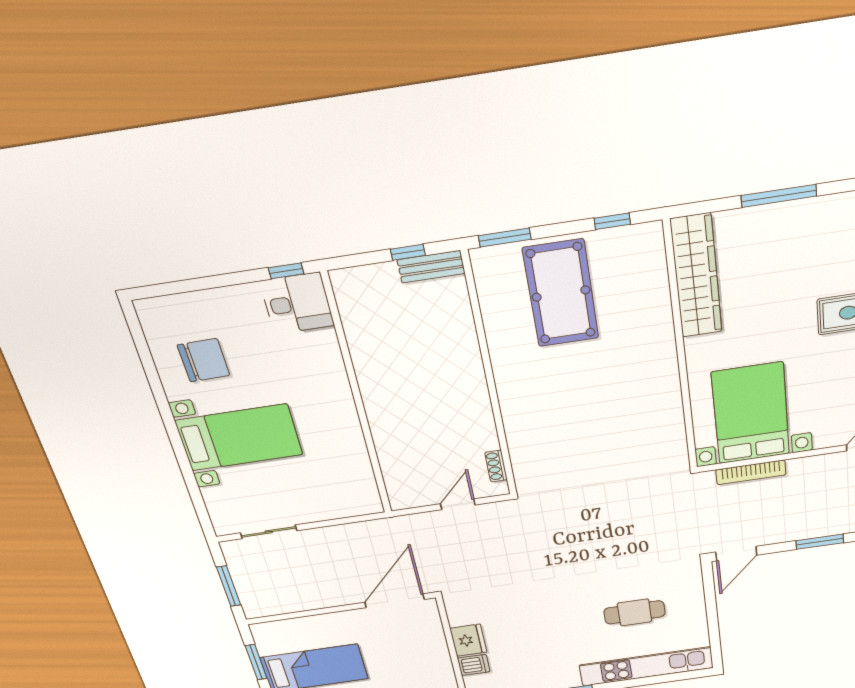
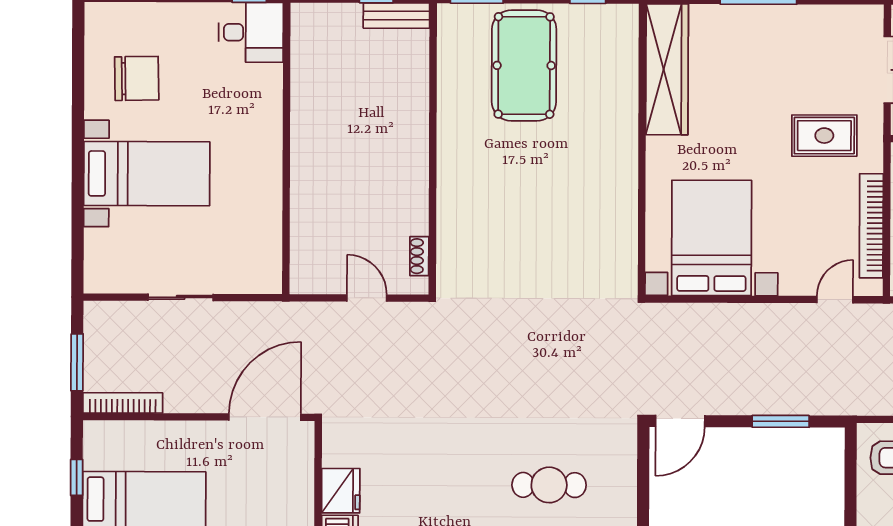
bookcase: (751, 472) -> (123, 403), moved, turned 180
door: (458, 504) -> (367, 298), hinge flipped
sliding door: (269, 532) -> (181, 297), moved
window: (256, 662) -> (77, 477), width x0.67

